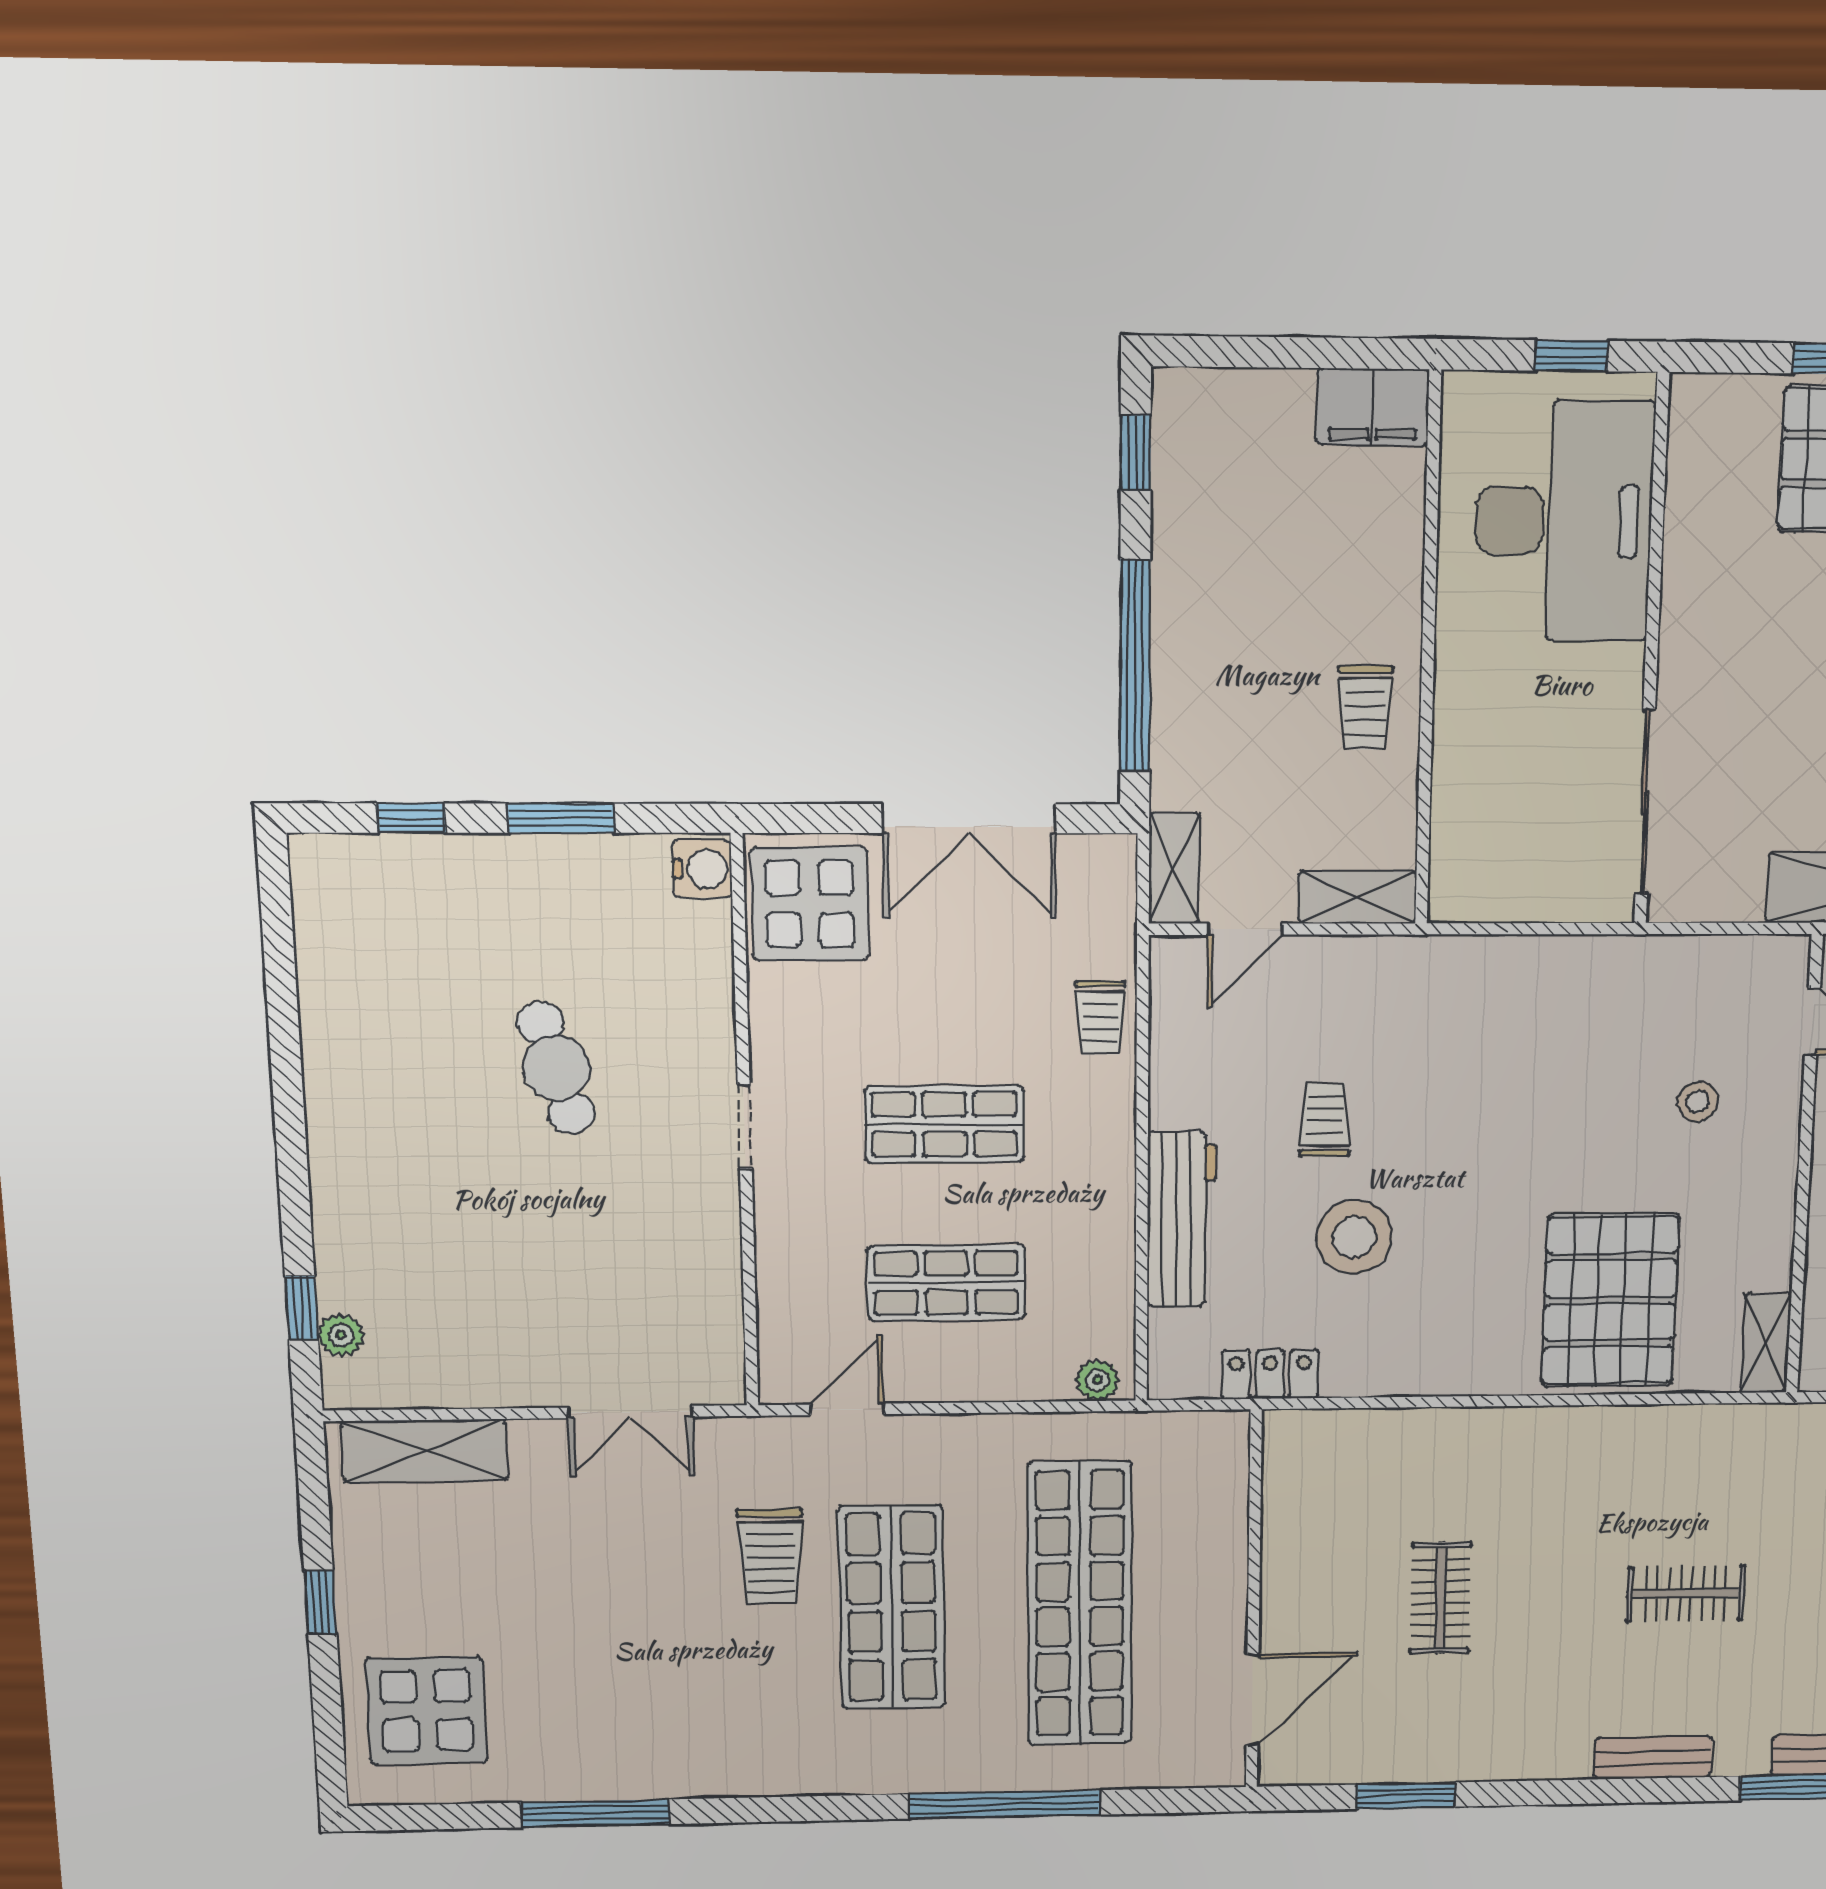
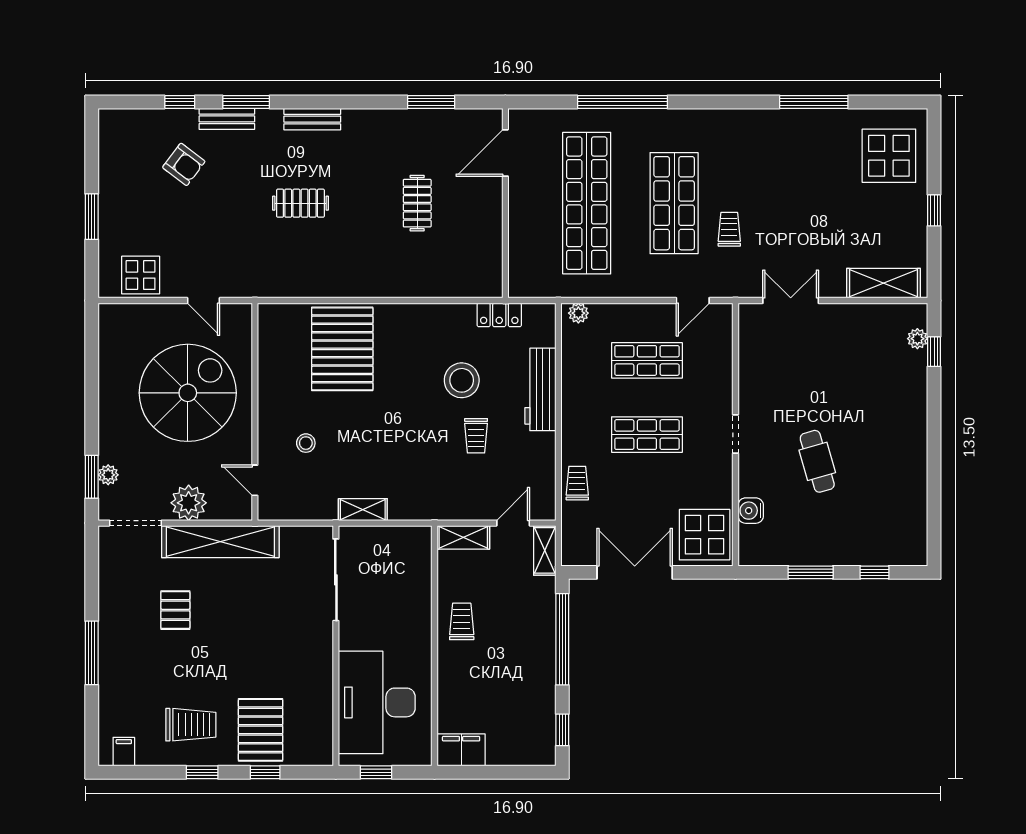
water cooler: (702, 869) -> (751, 511), moved
shelving: (1766, 1343) -> (363, 510), moved, turned 90
trolley: (770, 1557) -> (729, 229), width x0.73, depth x0.72

